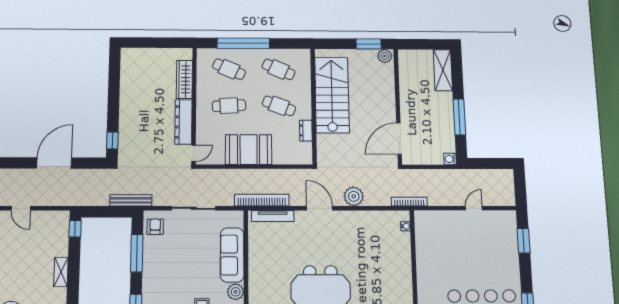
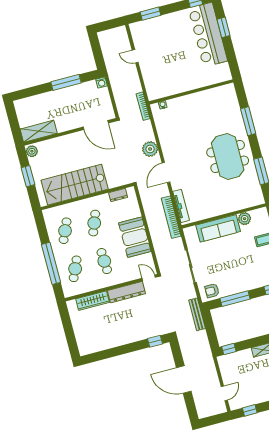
window: (369, 44) -> (28, 176), moved
shelving: (443, 70) -> (39, 131), moved
dresser: (306, 131) -> (118, 195), moved

